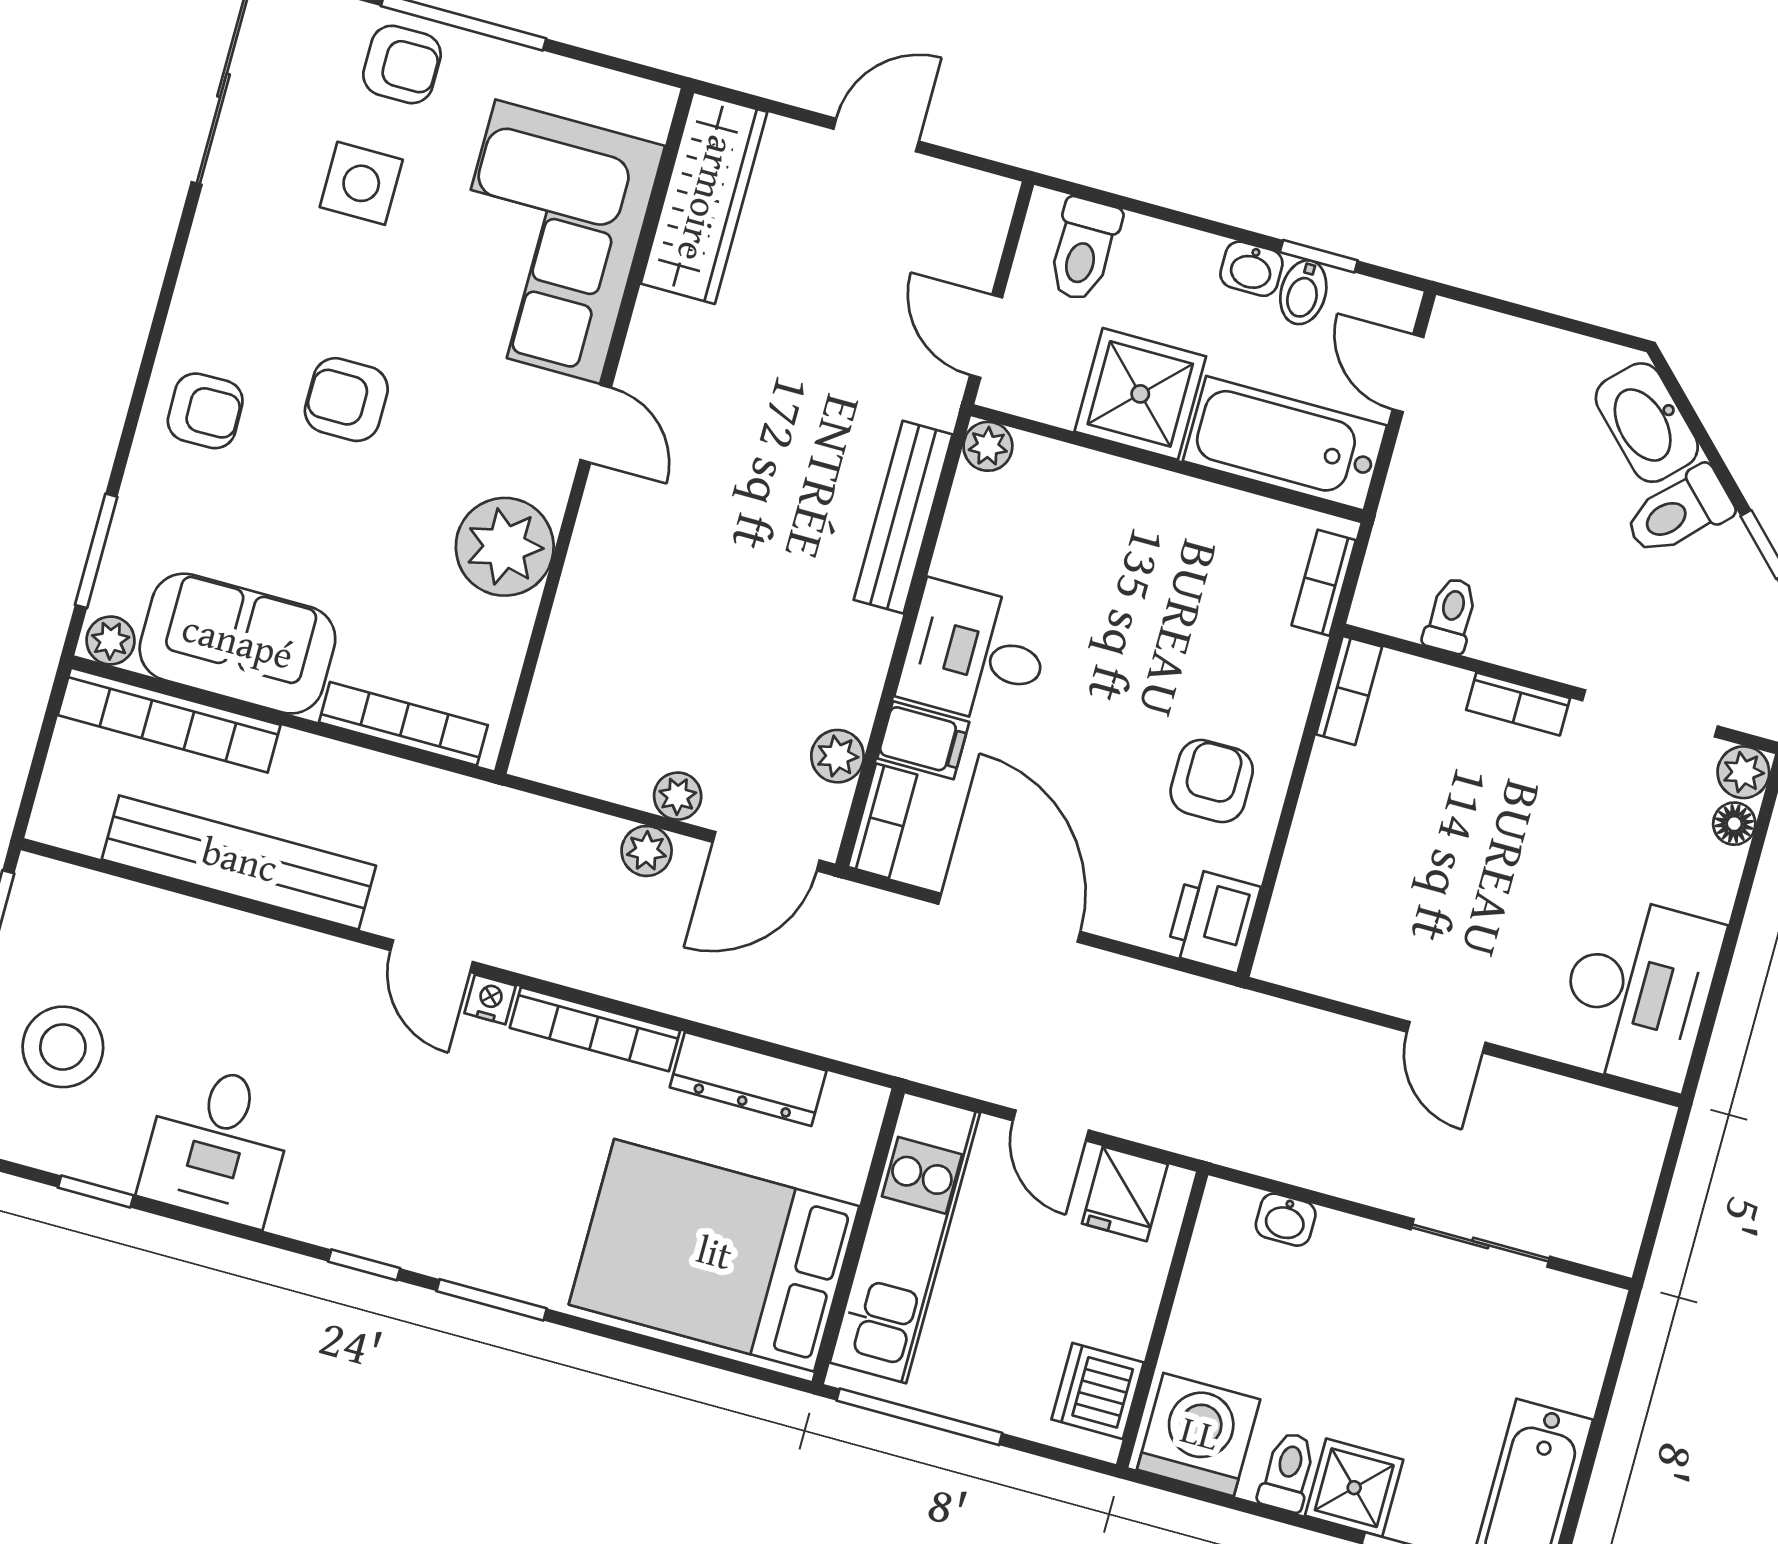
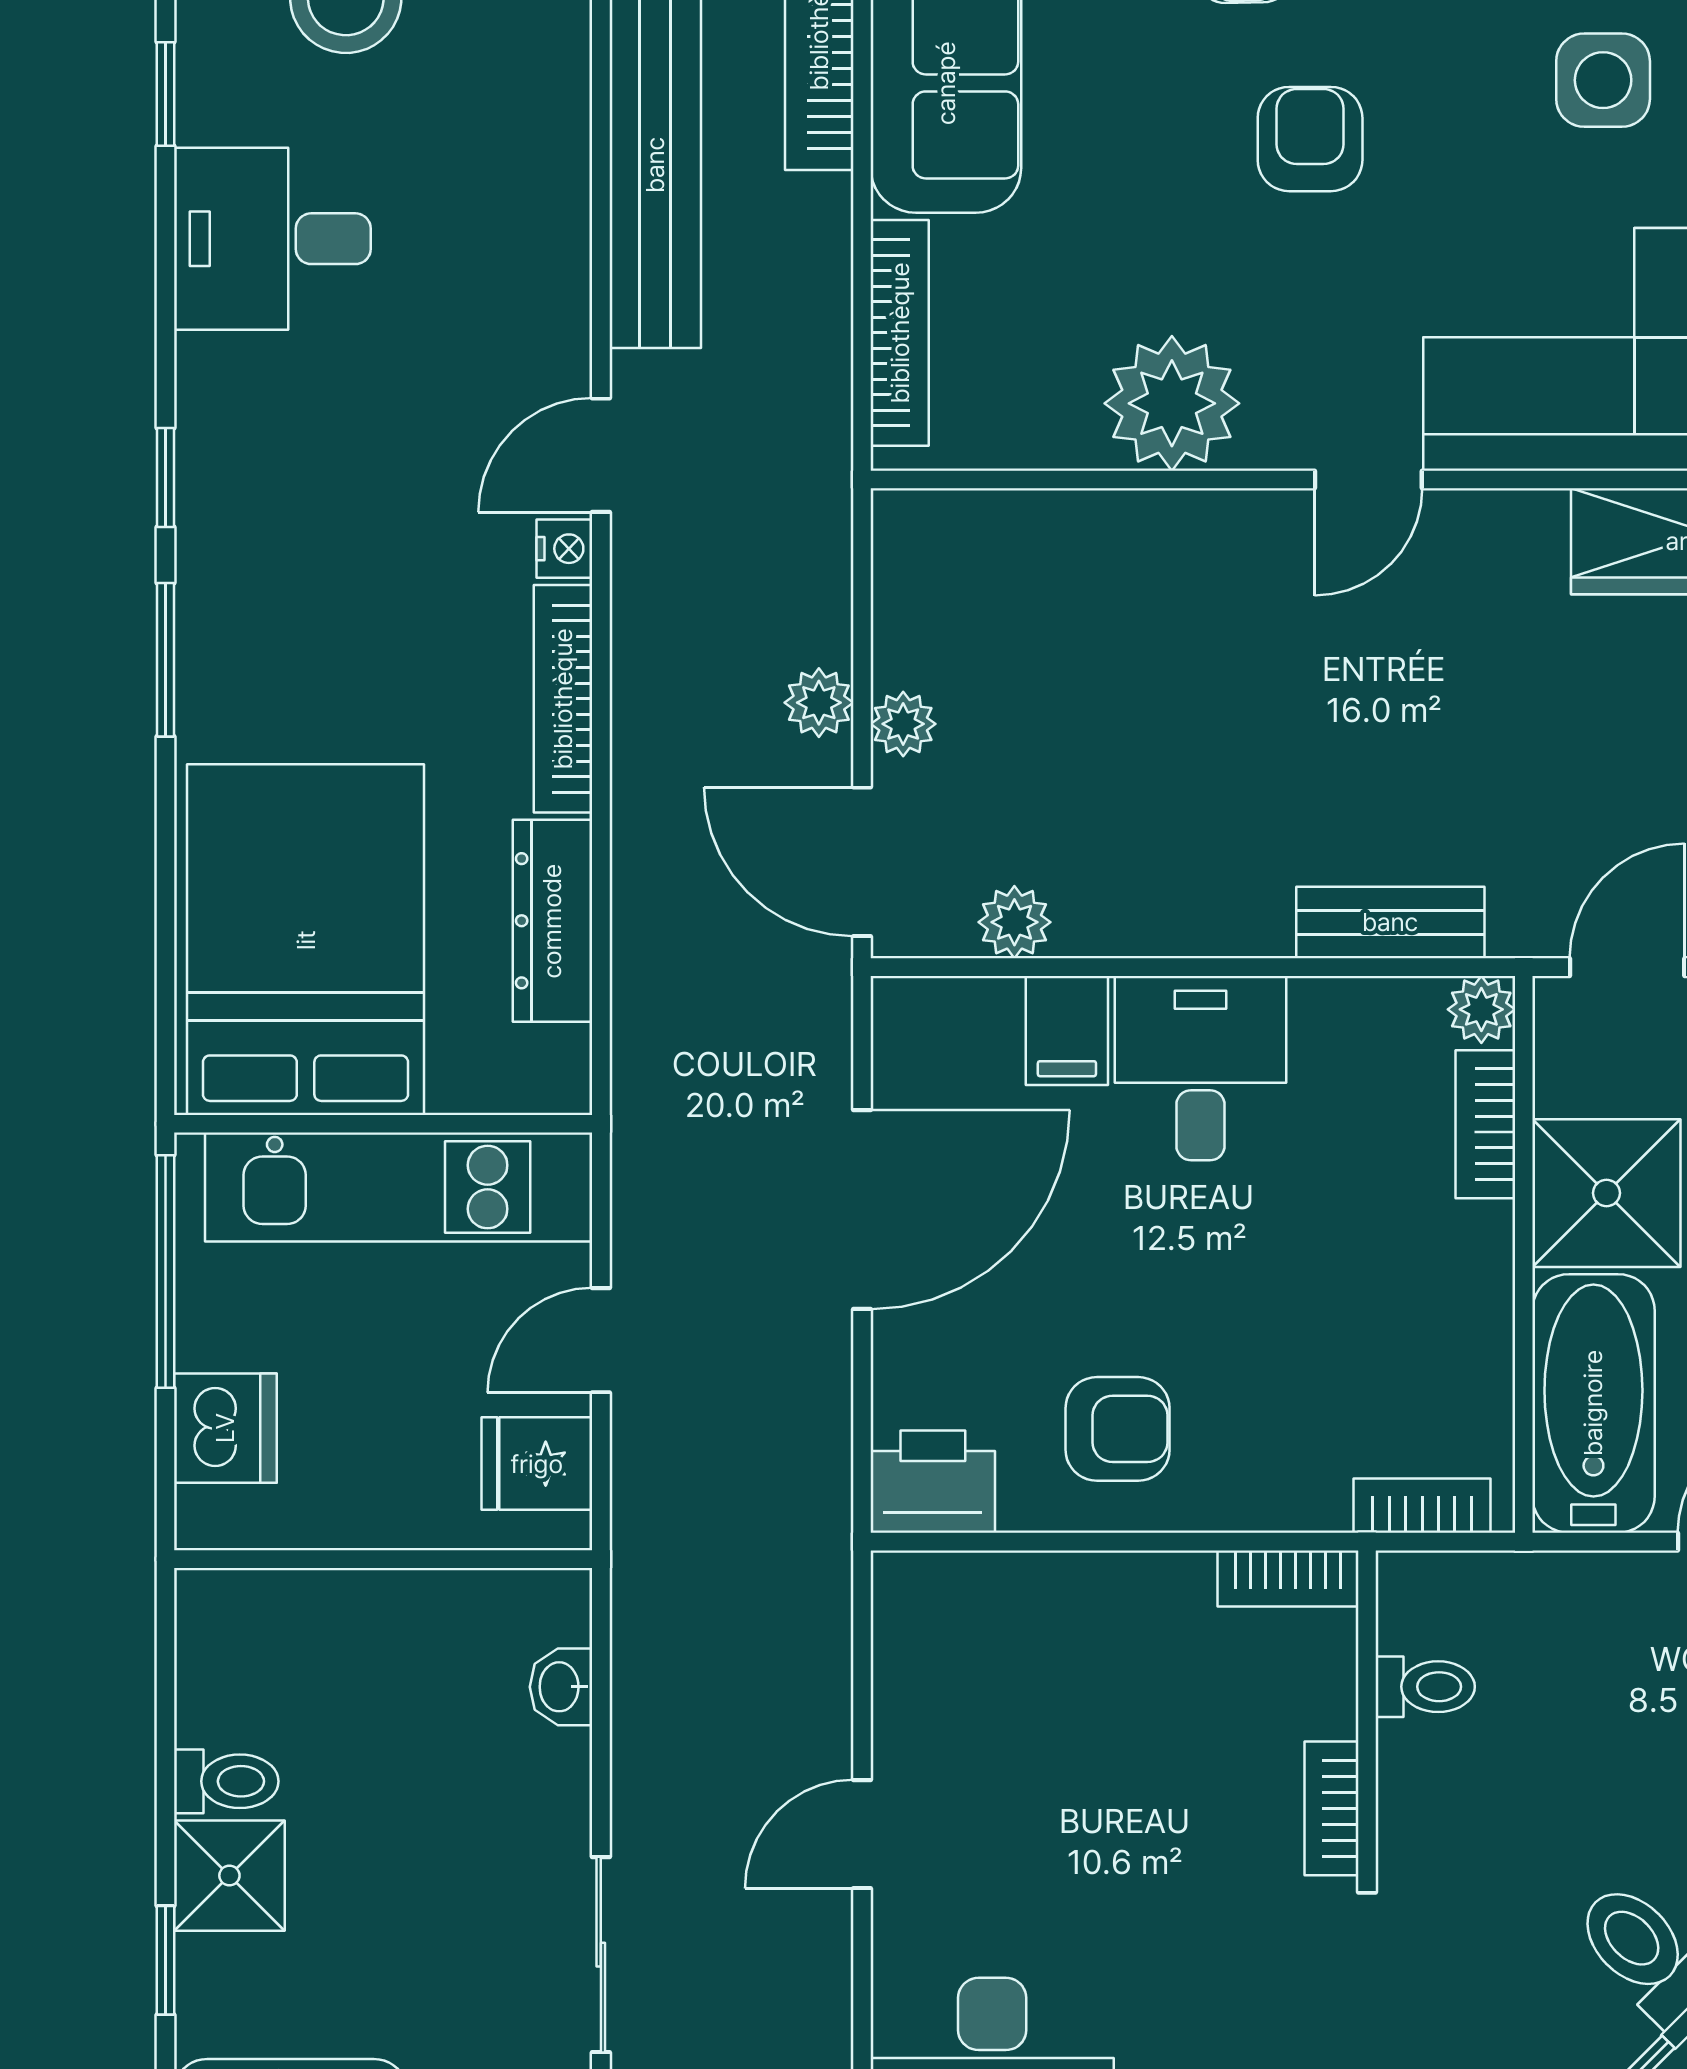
bench: (903, 517) -> (1390, 922), width x0.73
bookcase: (882, 821) -> (1485, 1124), moved, turned 90
dishwasher: (1098, 1391) -> (225, 1428), moved, turned 90
washing machine: (1199, 1435) -> (243, 1649), removed

